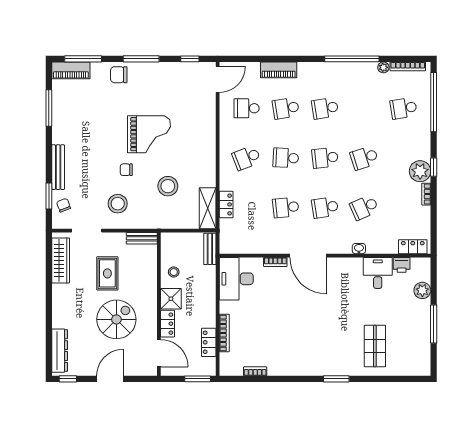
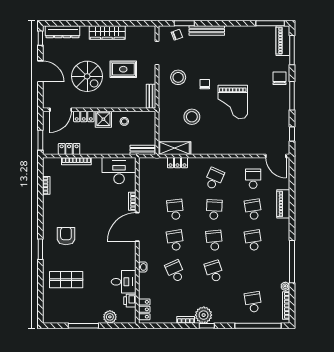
window: (49, 108) -> (270, 23), moved
school desk: (247, 158) -> (214, 179), turned 45
wardrobe: (61, 260) -> (107, 32), moved
armchair: (320, 346) -> (66, 236), added

